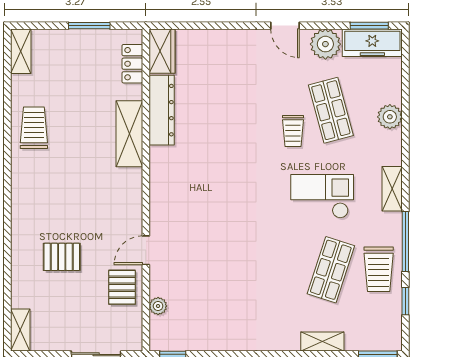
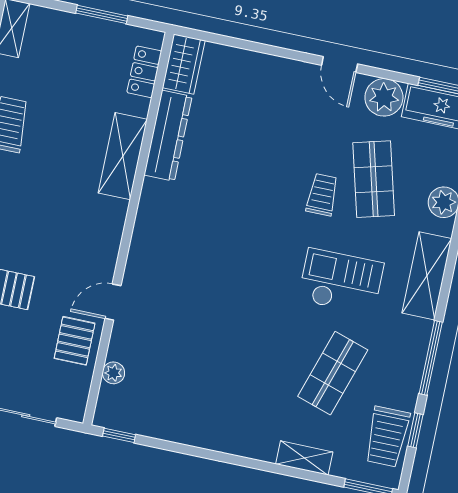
trolley: (293, 131) -> (322, 195), turned 180
shelving: (392, 189) -> (427, 276), width x1.50, depth x1.33
trolley: (379, 269) -> (387, 437), moved

